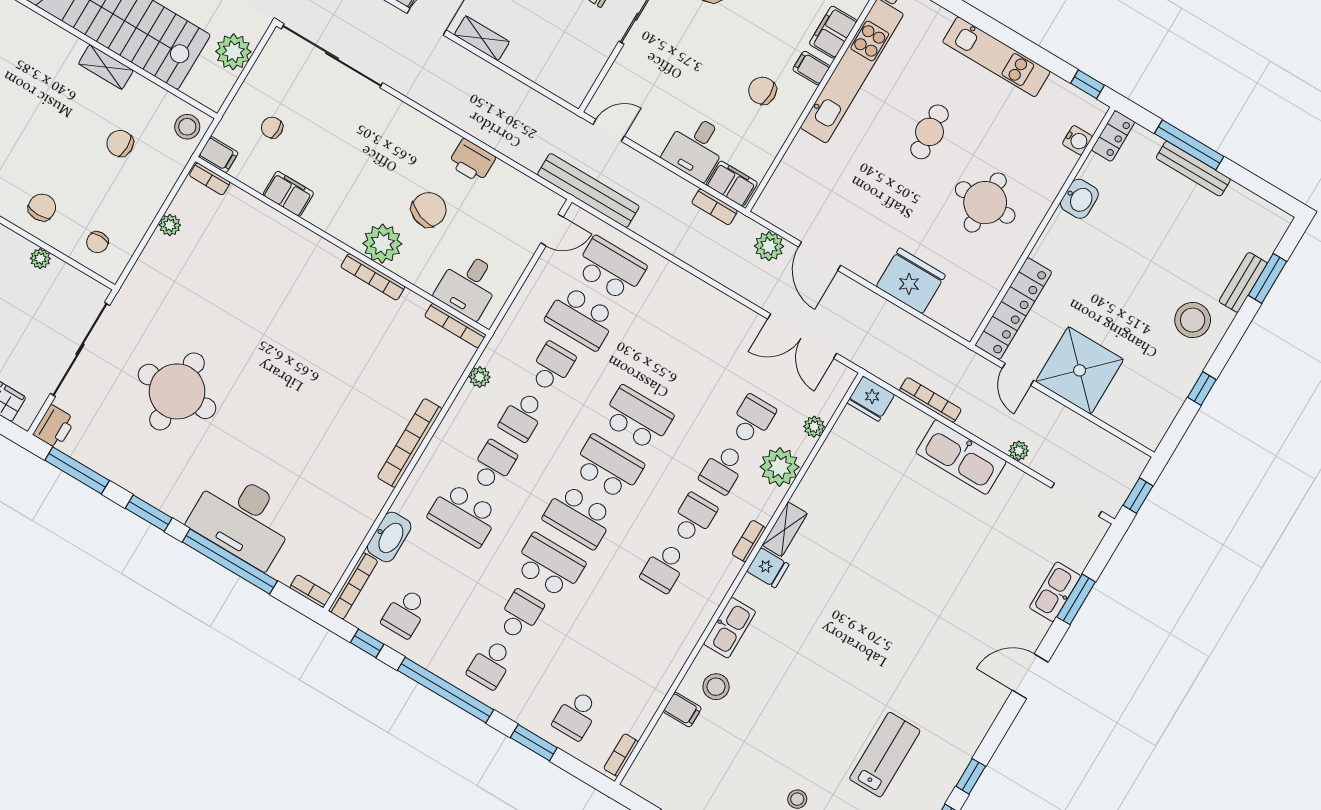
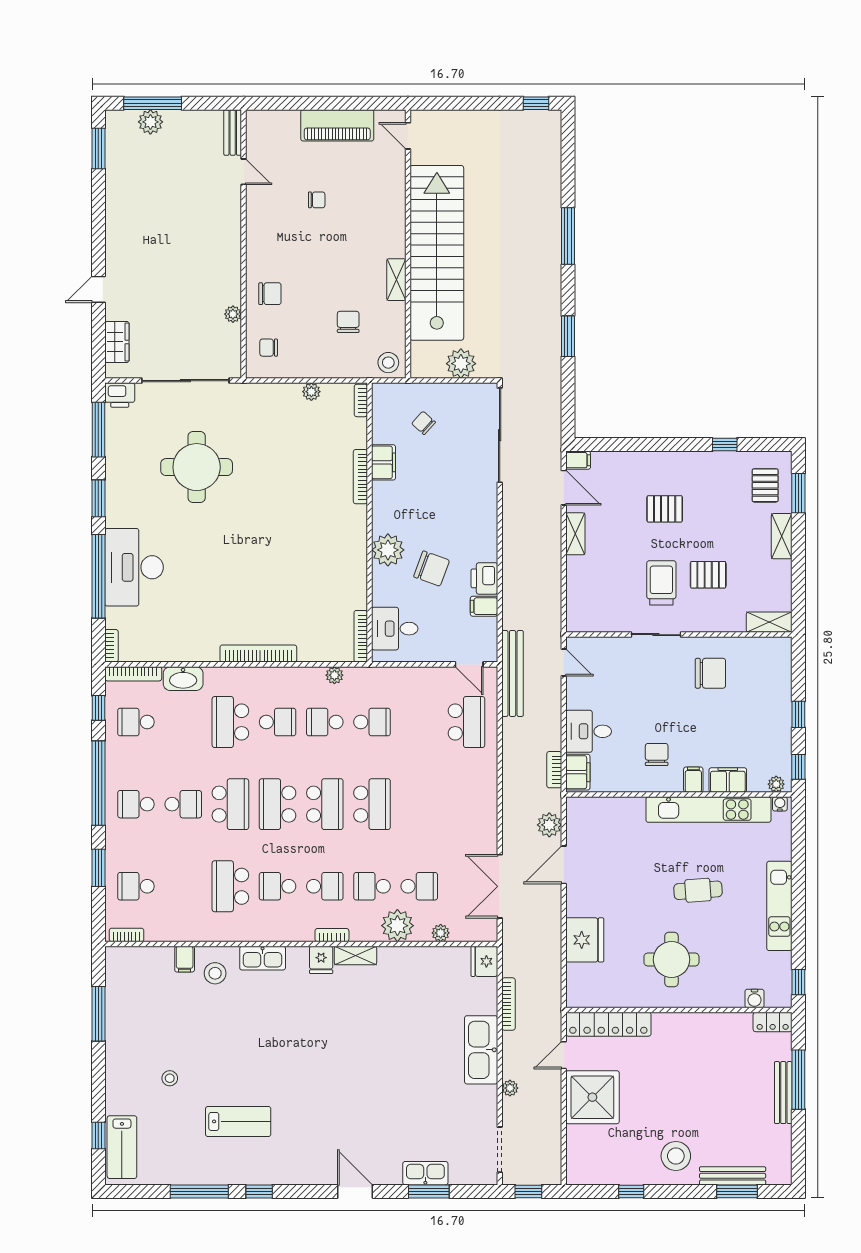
chair: (272, 128) -> (424, 423), turned -48
filing cabinet: (218, 155) -> (484, 606), moved, turned 90
washbasin: (1079, 199) -> (714, 1025), removed
bookcase: (373, 277) -> (360, 477), moved
bench: (1243, 282) -> (733, 1176), width x1.36
school desk: (581, 318) -> (230, 886), moved

